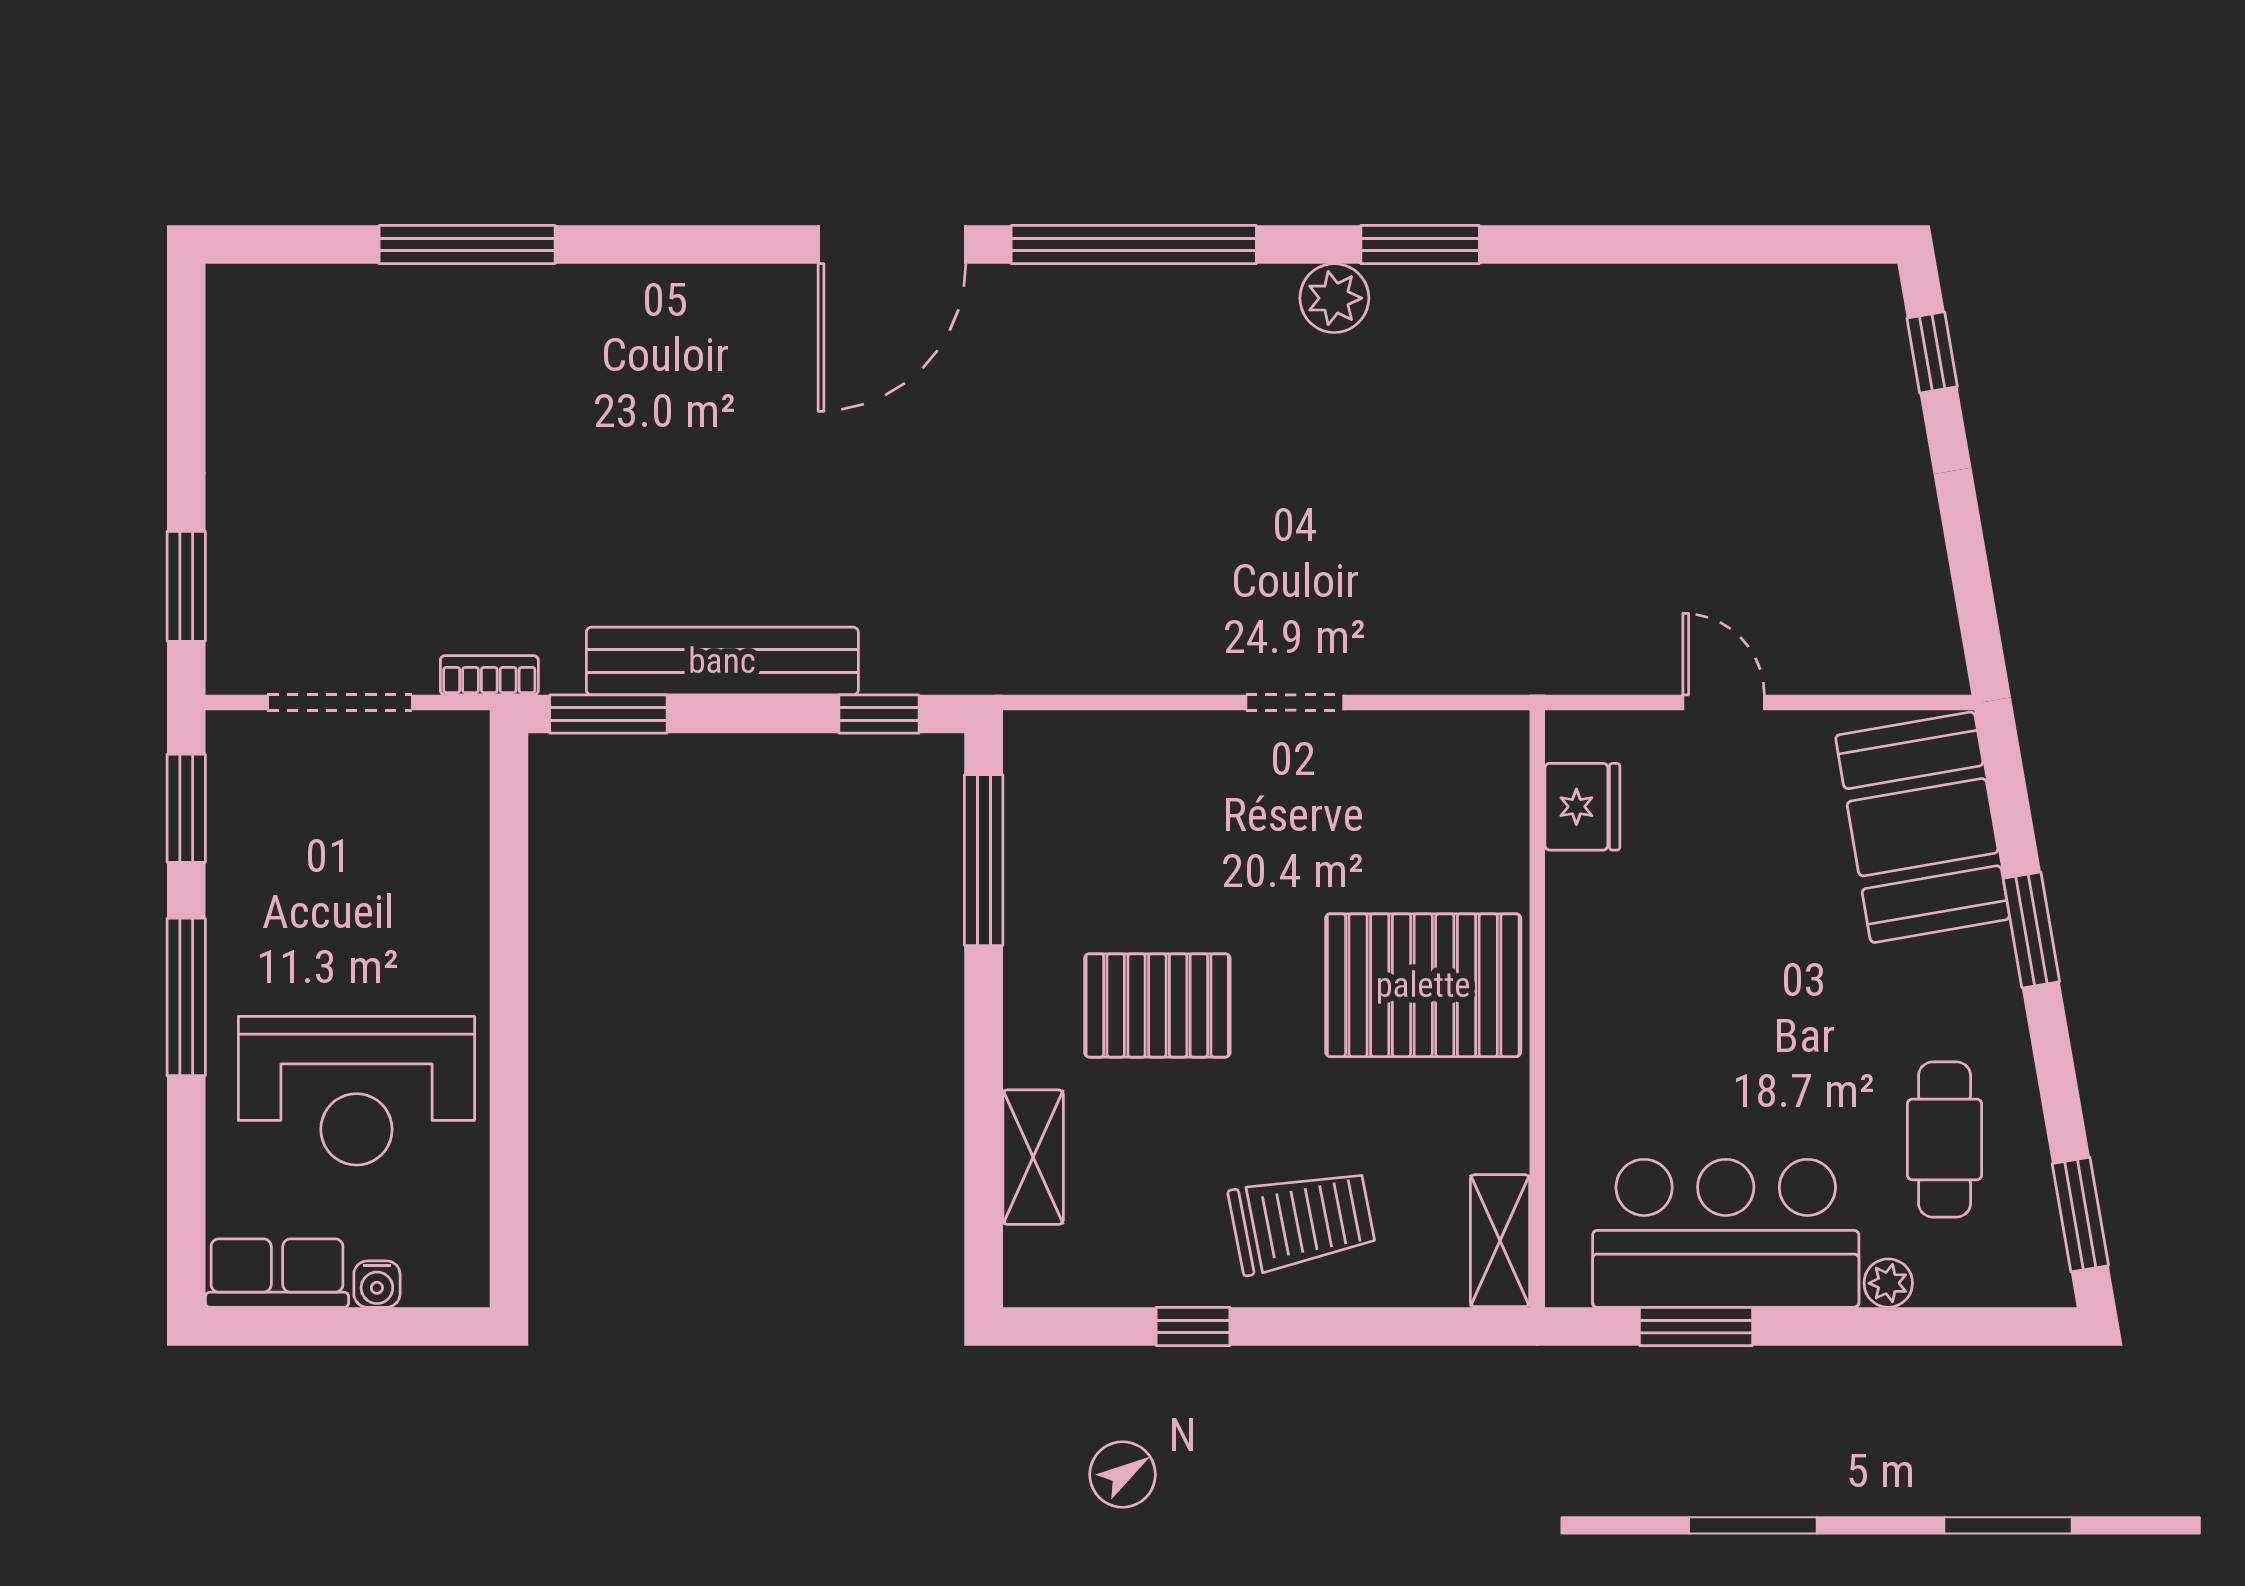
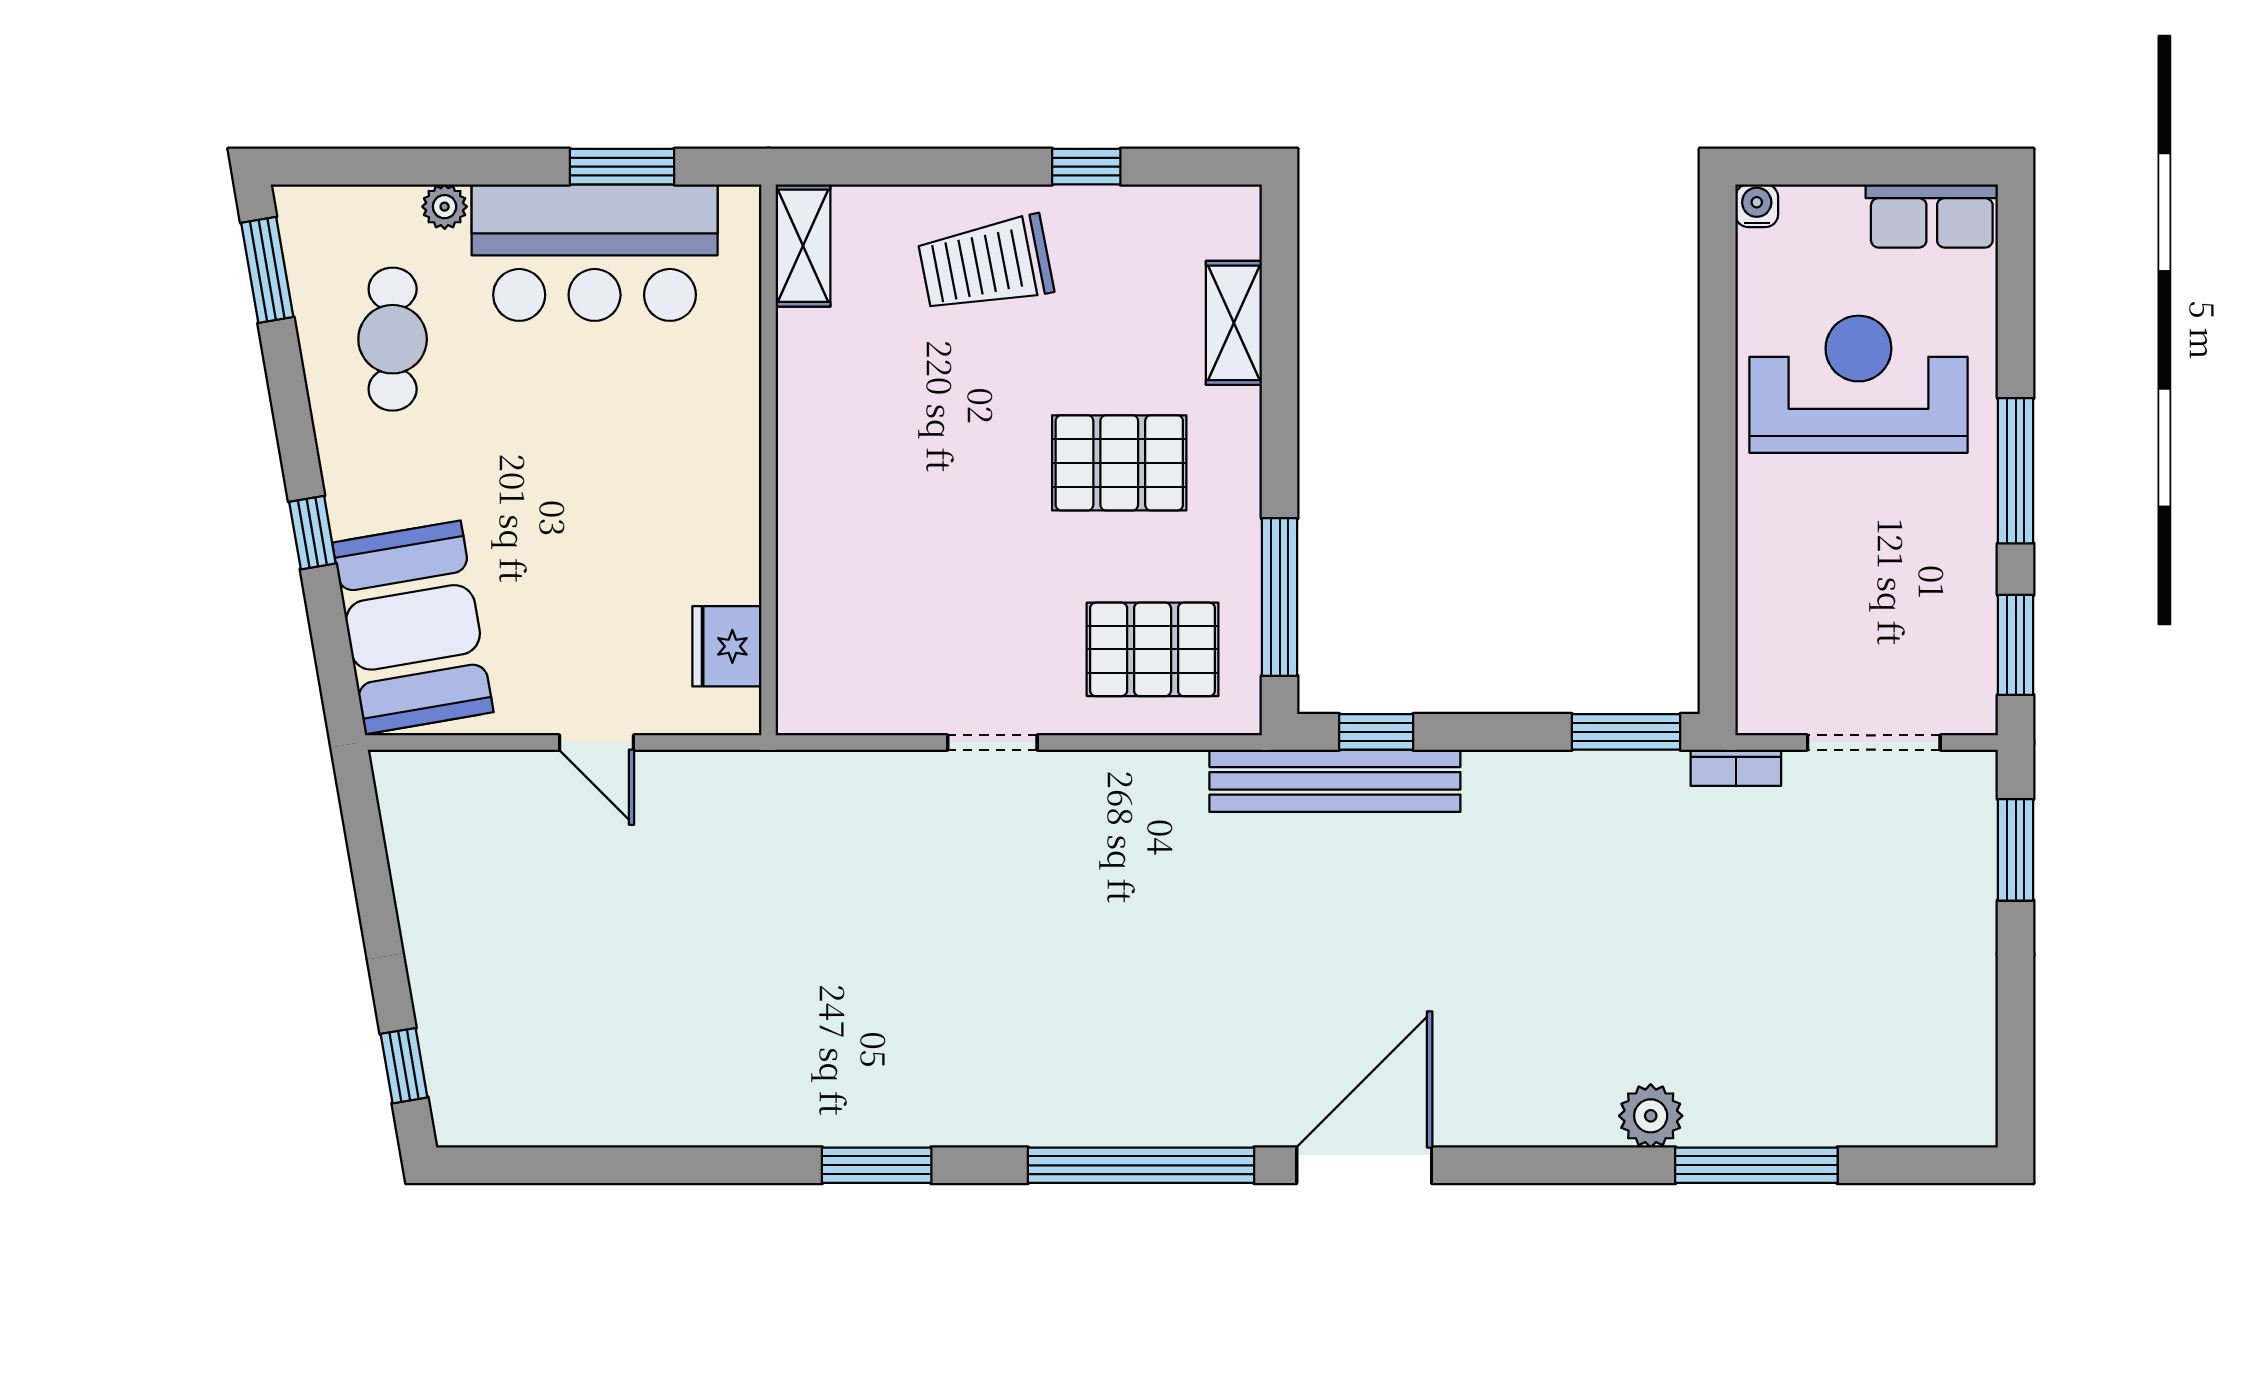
plant: (1334, 298) -> (1651, 1116), moved
bench: (722, 661) -> (1335, 781), moved
window: (2031, 930) -> (312, 533), width x0.67
pallet: (1423, 985) -> (1153, 649), moved, width x0.73, depth x0.71
water cooler: (377, 1284) -> (1757, 206), moved

